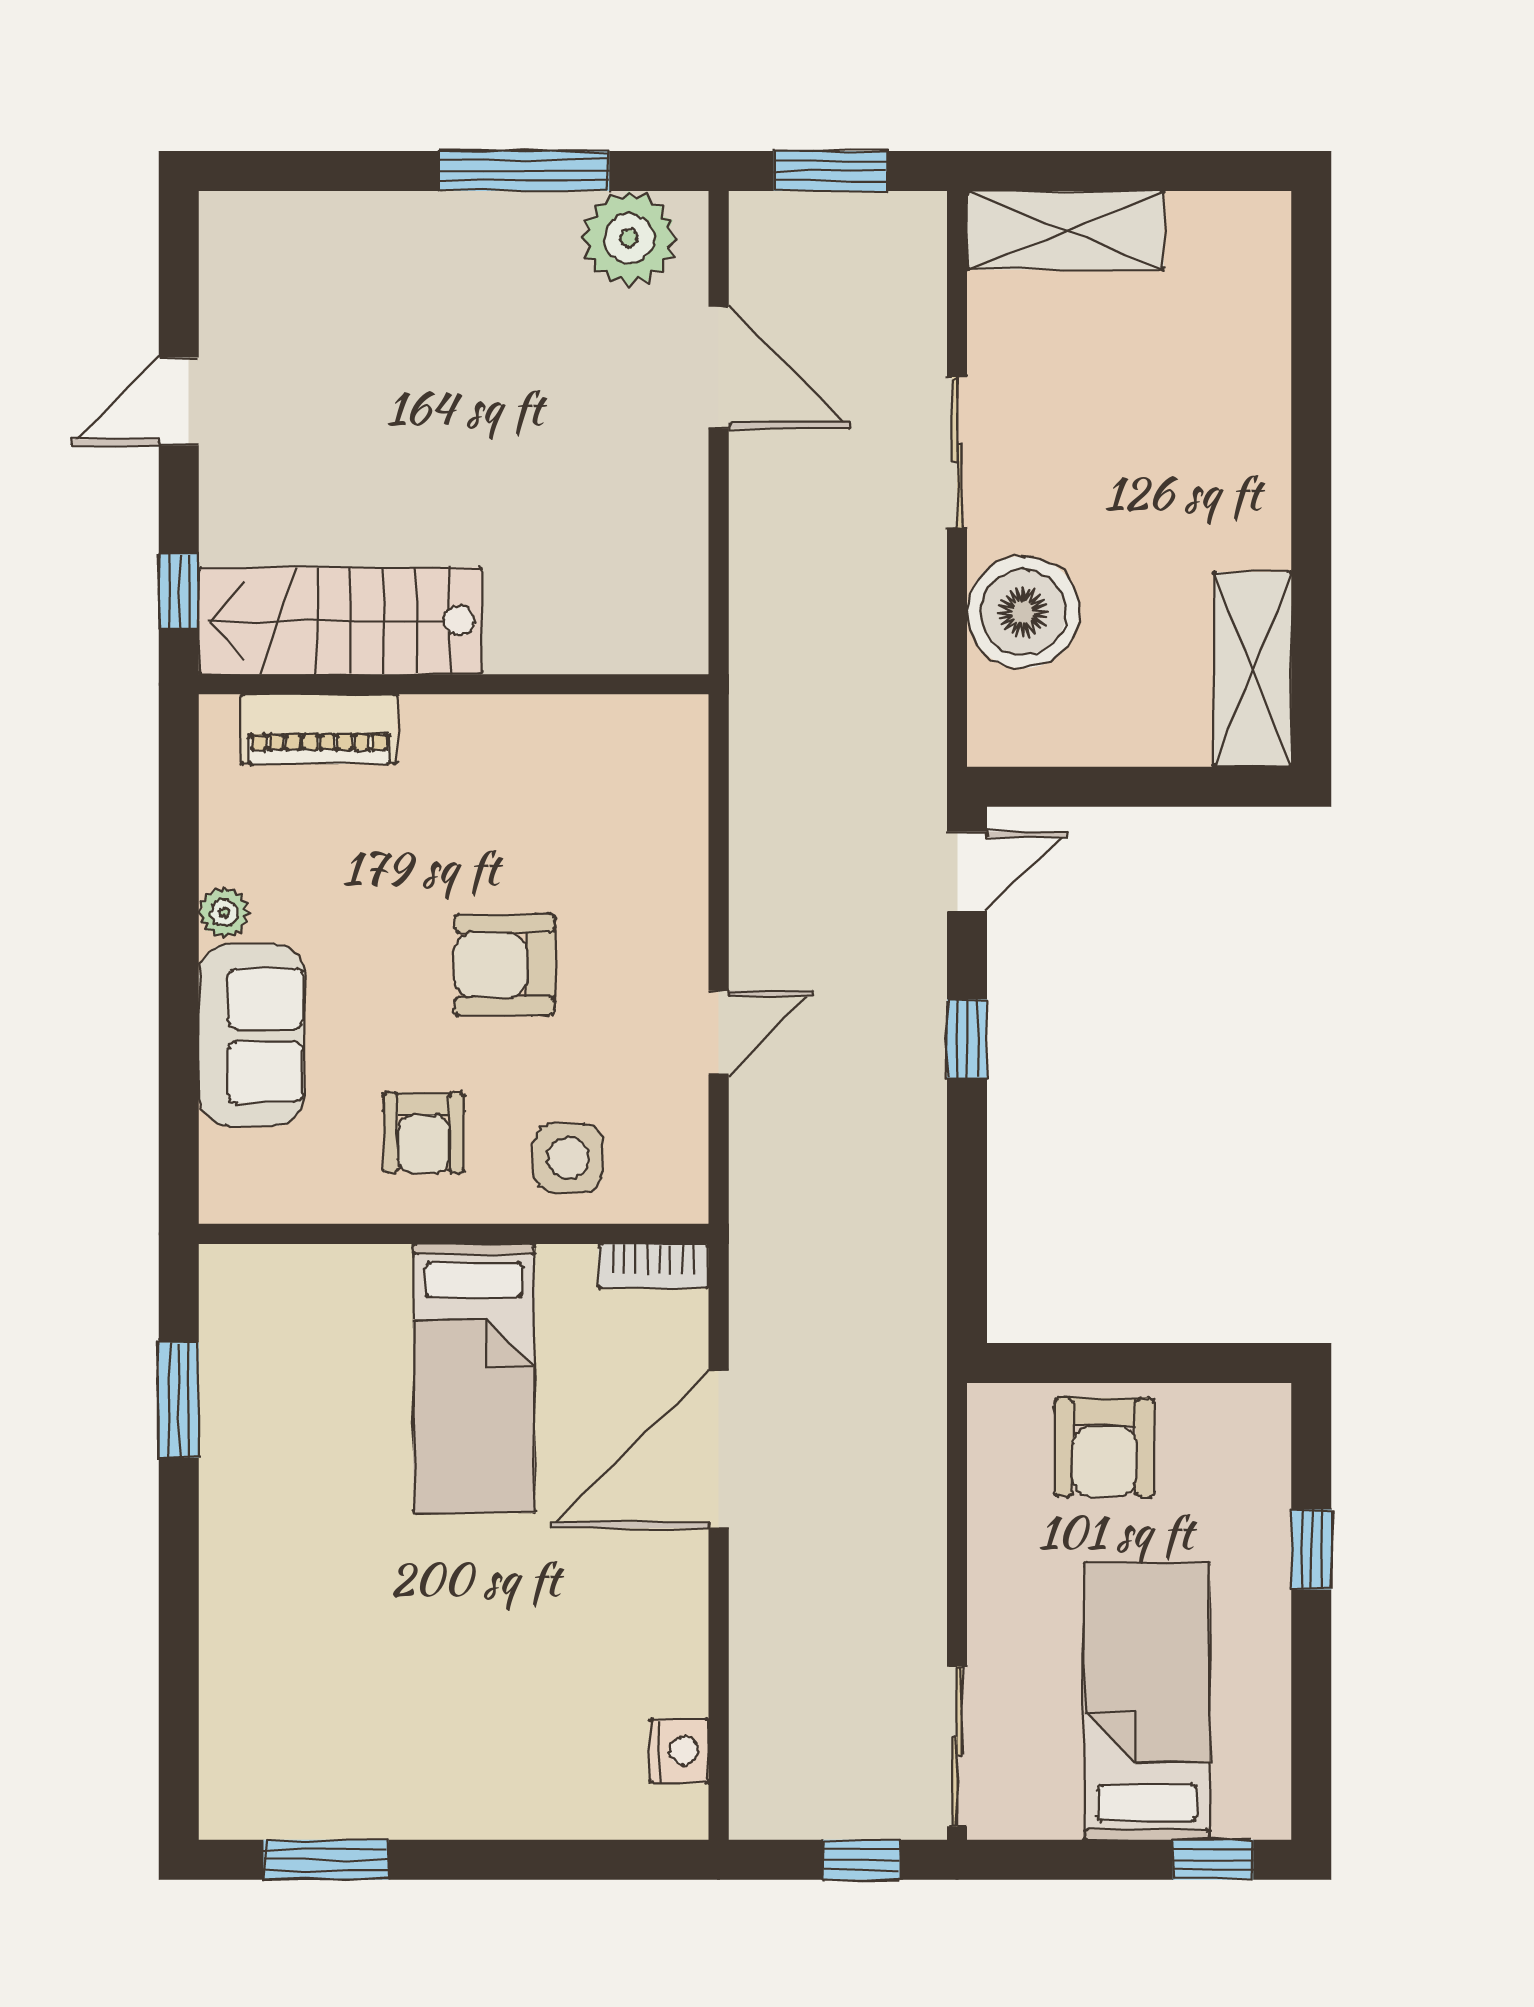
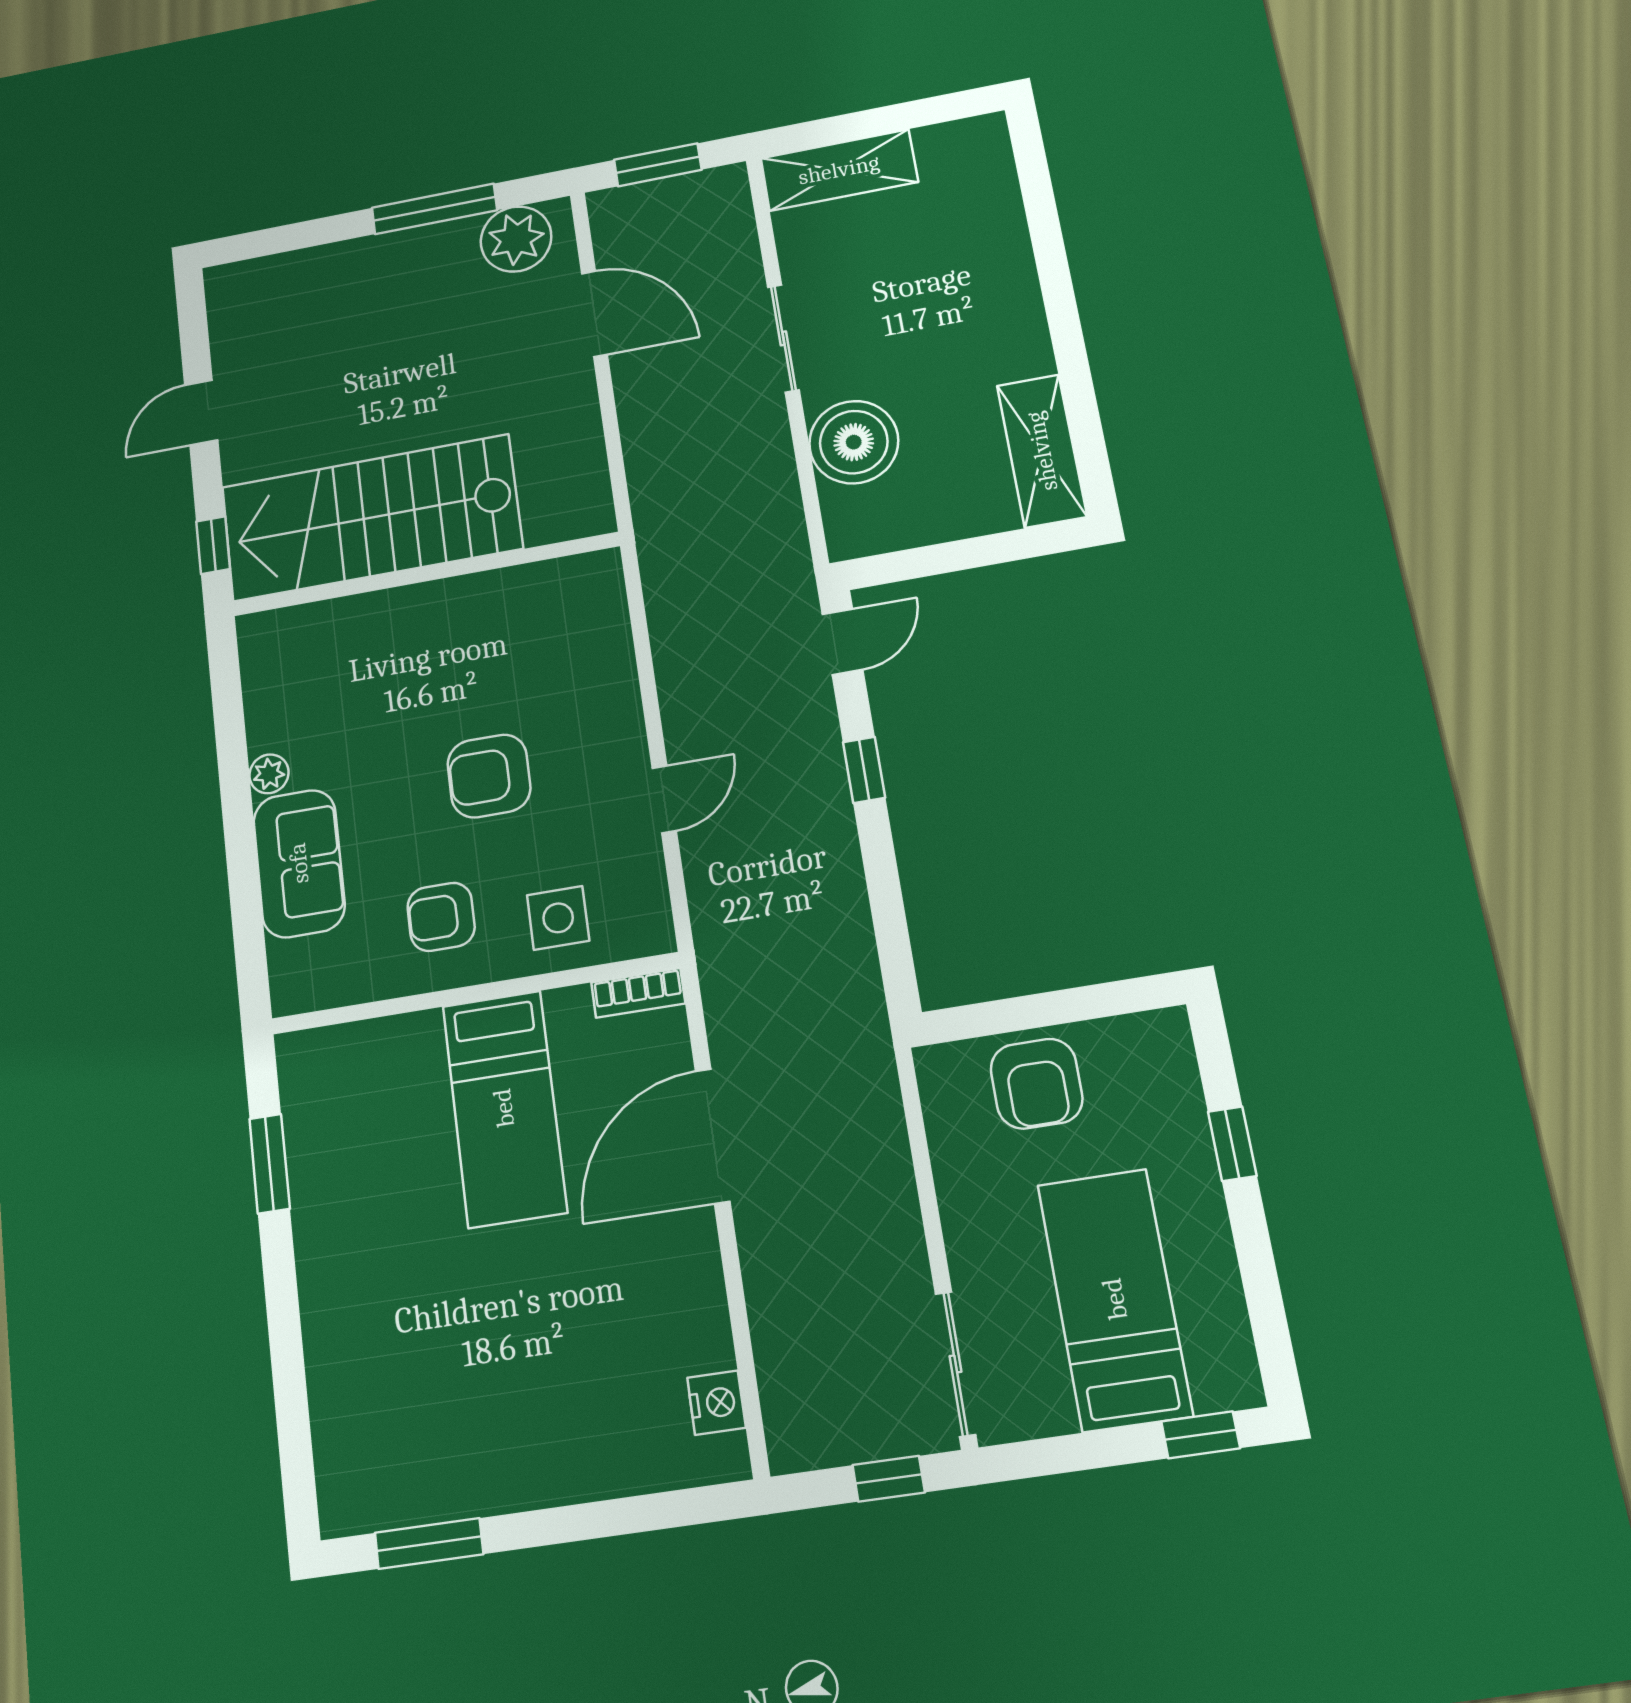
stairs: (340, 621) -> (371, 518), width x1.36, depth x1.51
piano: (319, 729) -> (327, 625), removed
armchair: (424, 1133) -> (441, 917), turned 90

